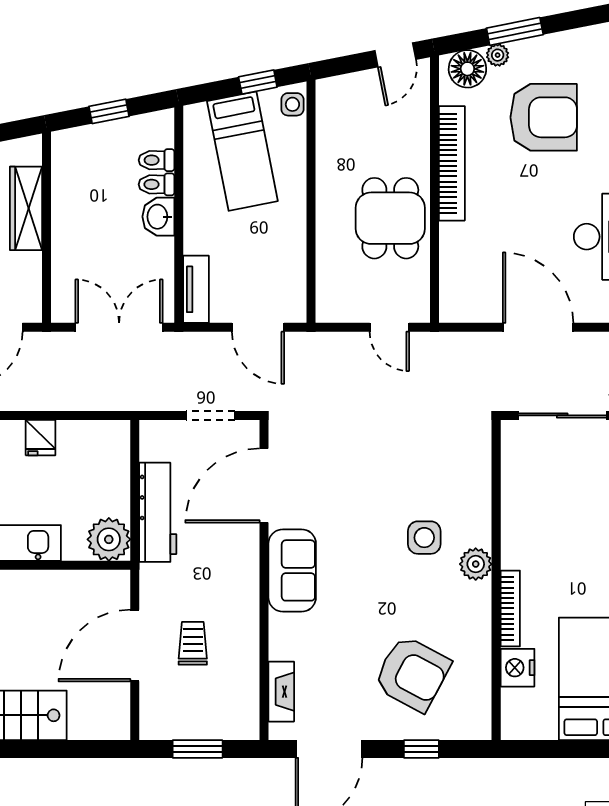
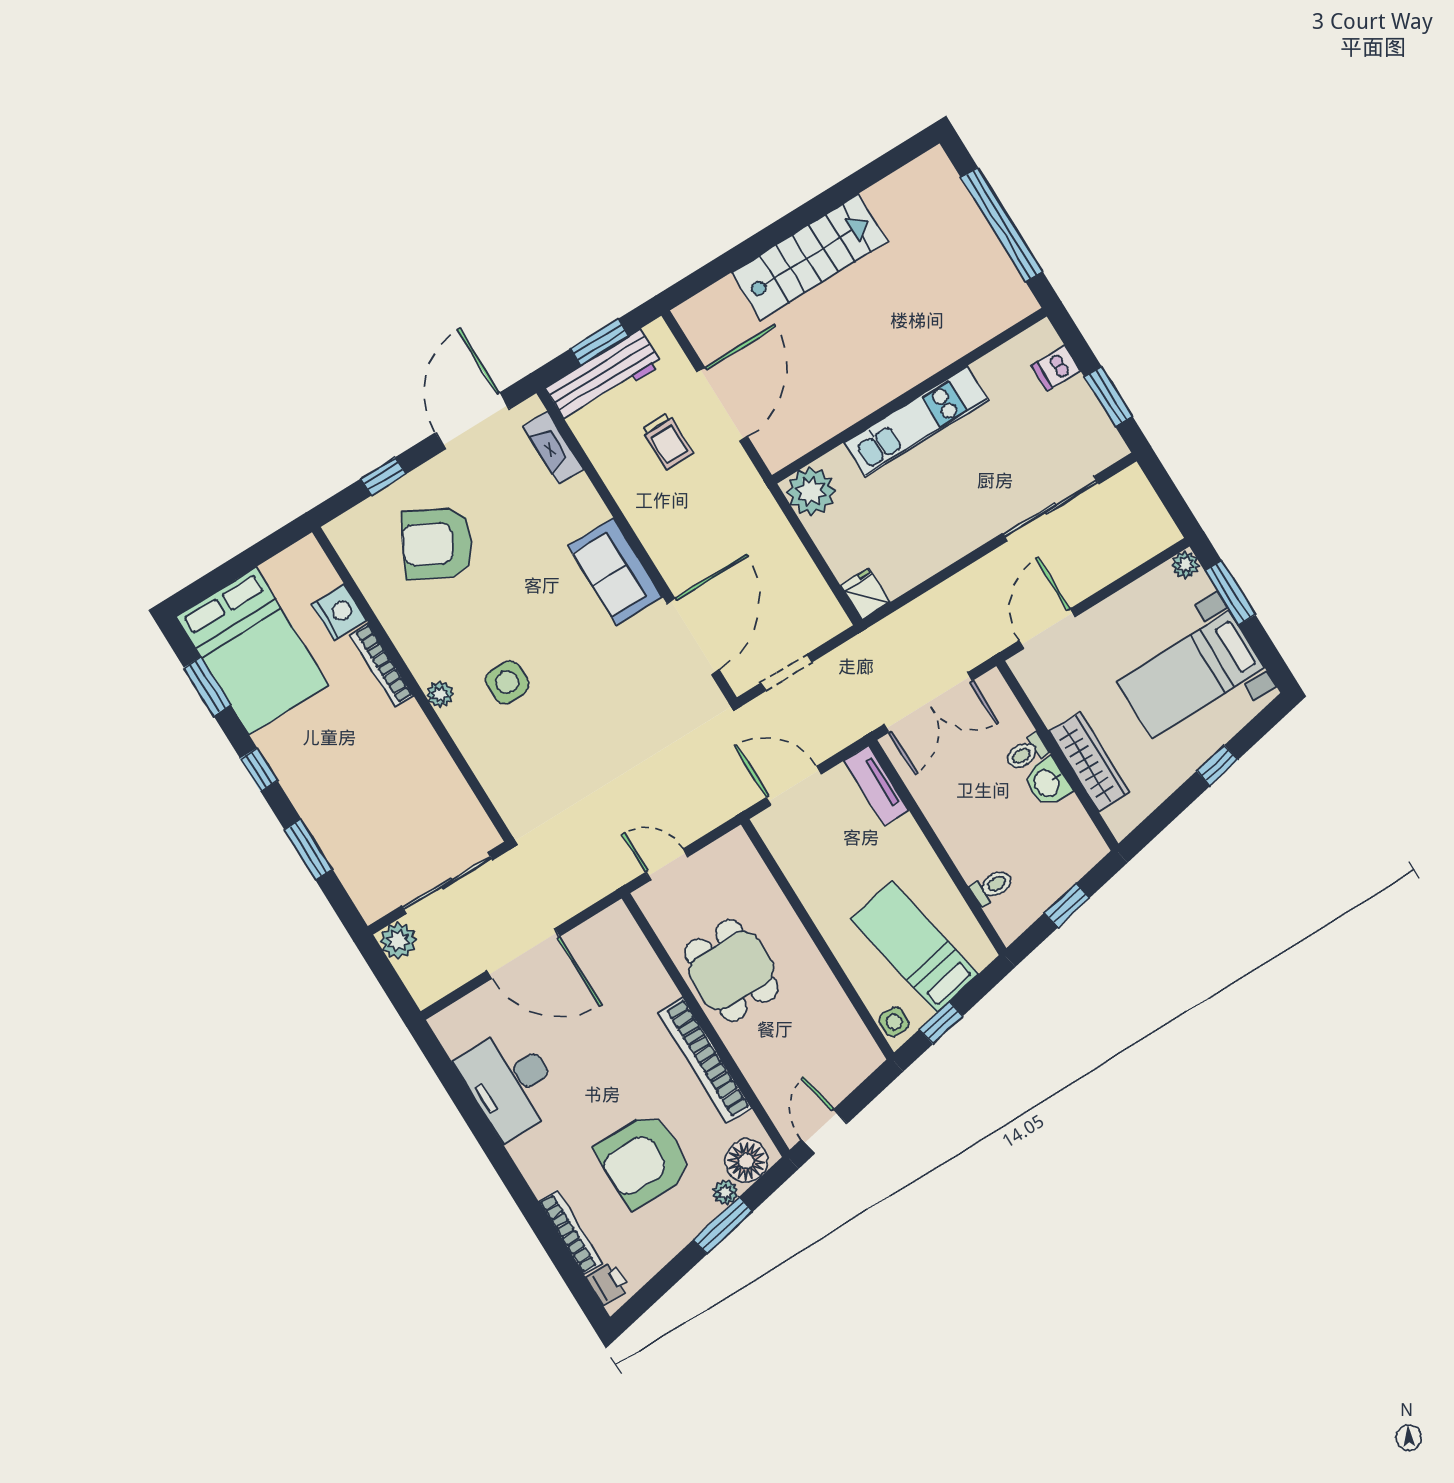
toilet: (157, 184) -> (1026, 753), moved, turned 180
washbasin: (158, 217) -> (1047, 783), moved, turned 180
fridge: (41, 438) -> (865, 594), moved
workbench: (158, 512) -> (604, 376), moved, turned -90
plant: (476, 564) -> (440, 694), width x0.73, depth x0.73

